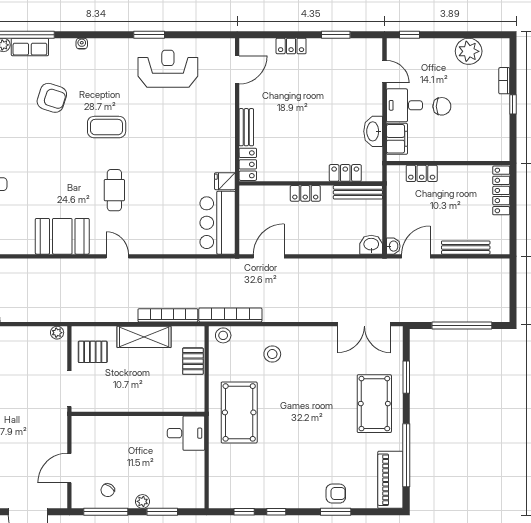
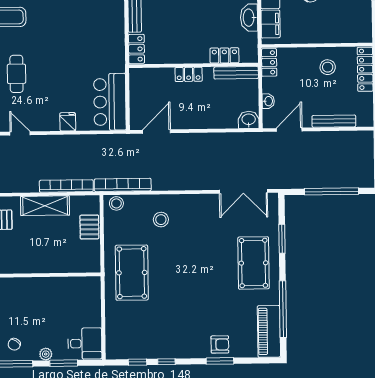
locker: (422, 173) -> (269, 62), moved, turned -90
fridge: (225, 181) -> (68, 122), moved, turned 90
stool: (460, 188) -> (328, 67), added
washbasin: (393, 246) -> (268, 101), moved
desk: (186, 433) -> (85, 344), moved

